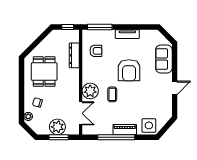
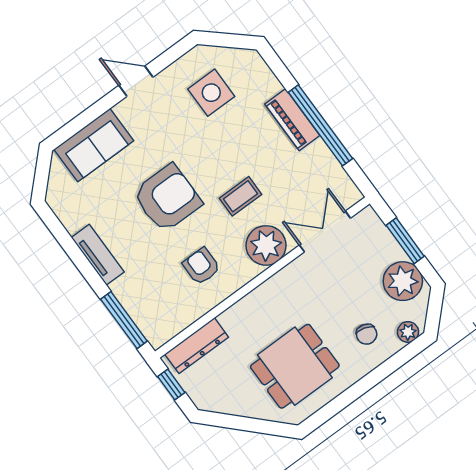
armchair: (96, 51) -> (201, 266), moved
dresser: (74, 55) -> (197, 346), moved
side table: (149, 125) -> (211, 93), moved
plant: (57, 127) -> (403, 281), moved

